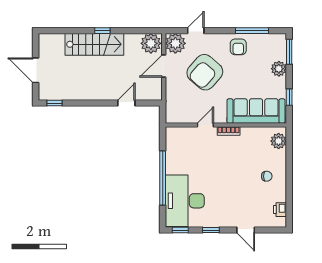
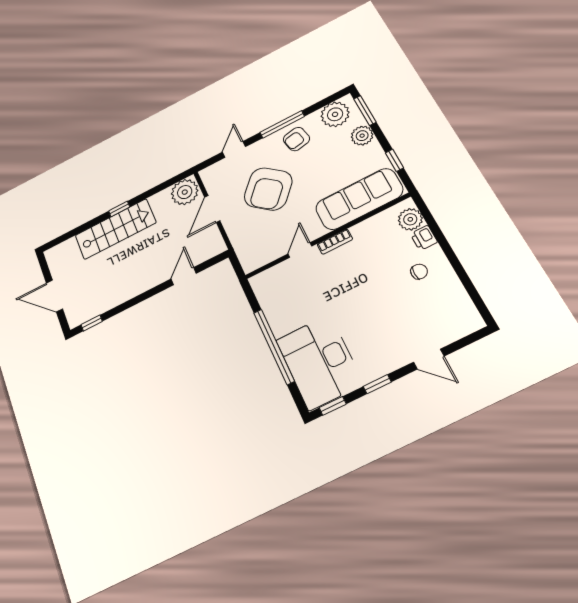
window: (252, 31) -> (282, 124), moved
plant: (175, 43) -> (335, 114), moved
armchair: (238, 47) -> (296, 139), turned 79
printer: (280, 210) -> (424, 238), moved

